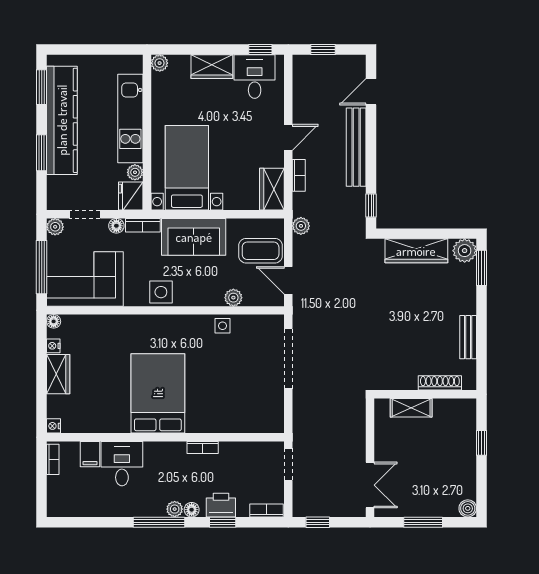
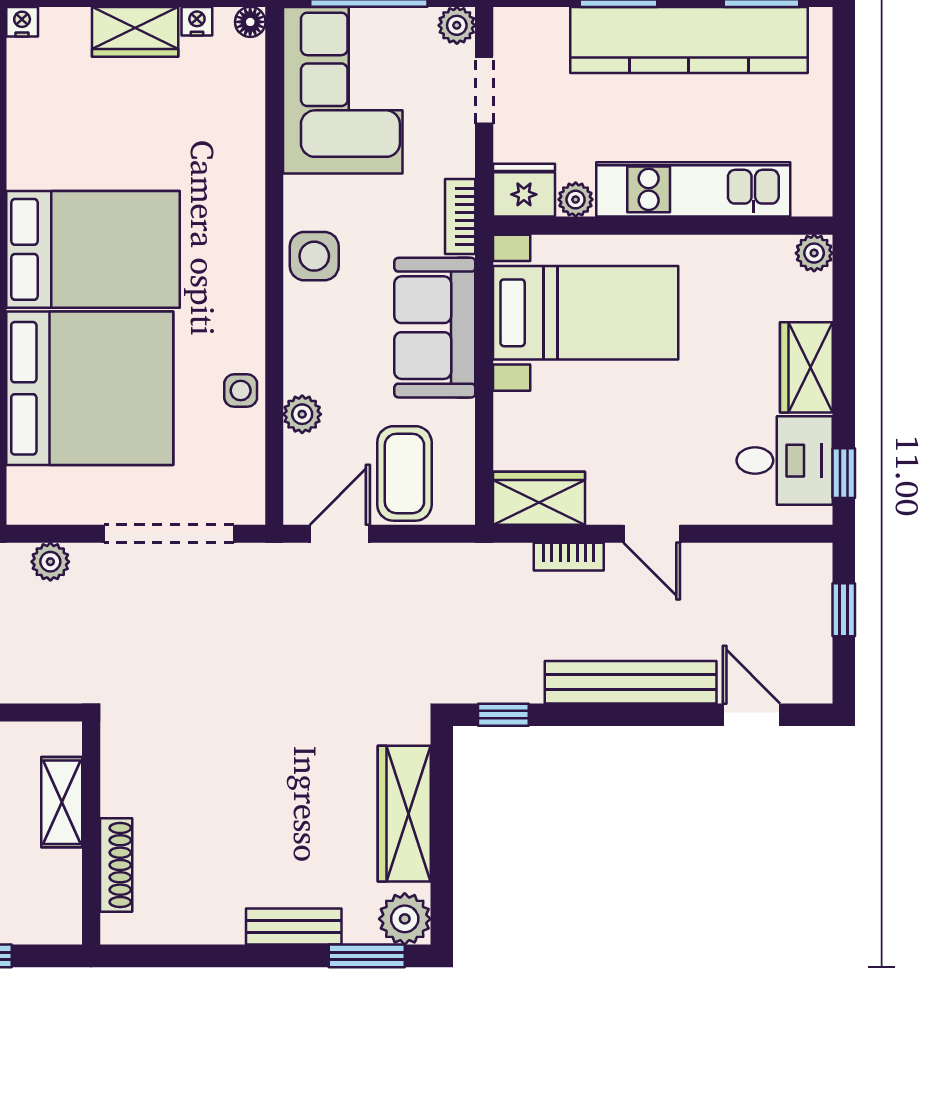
floor lamp: (116, 226) -> (459, 159), removed
plant: (301, 226) -> (50, 562), moved
bench: (468, 337) -> (294, 927), moved
bed: (221, 395) -> (90, 388), added

